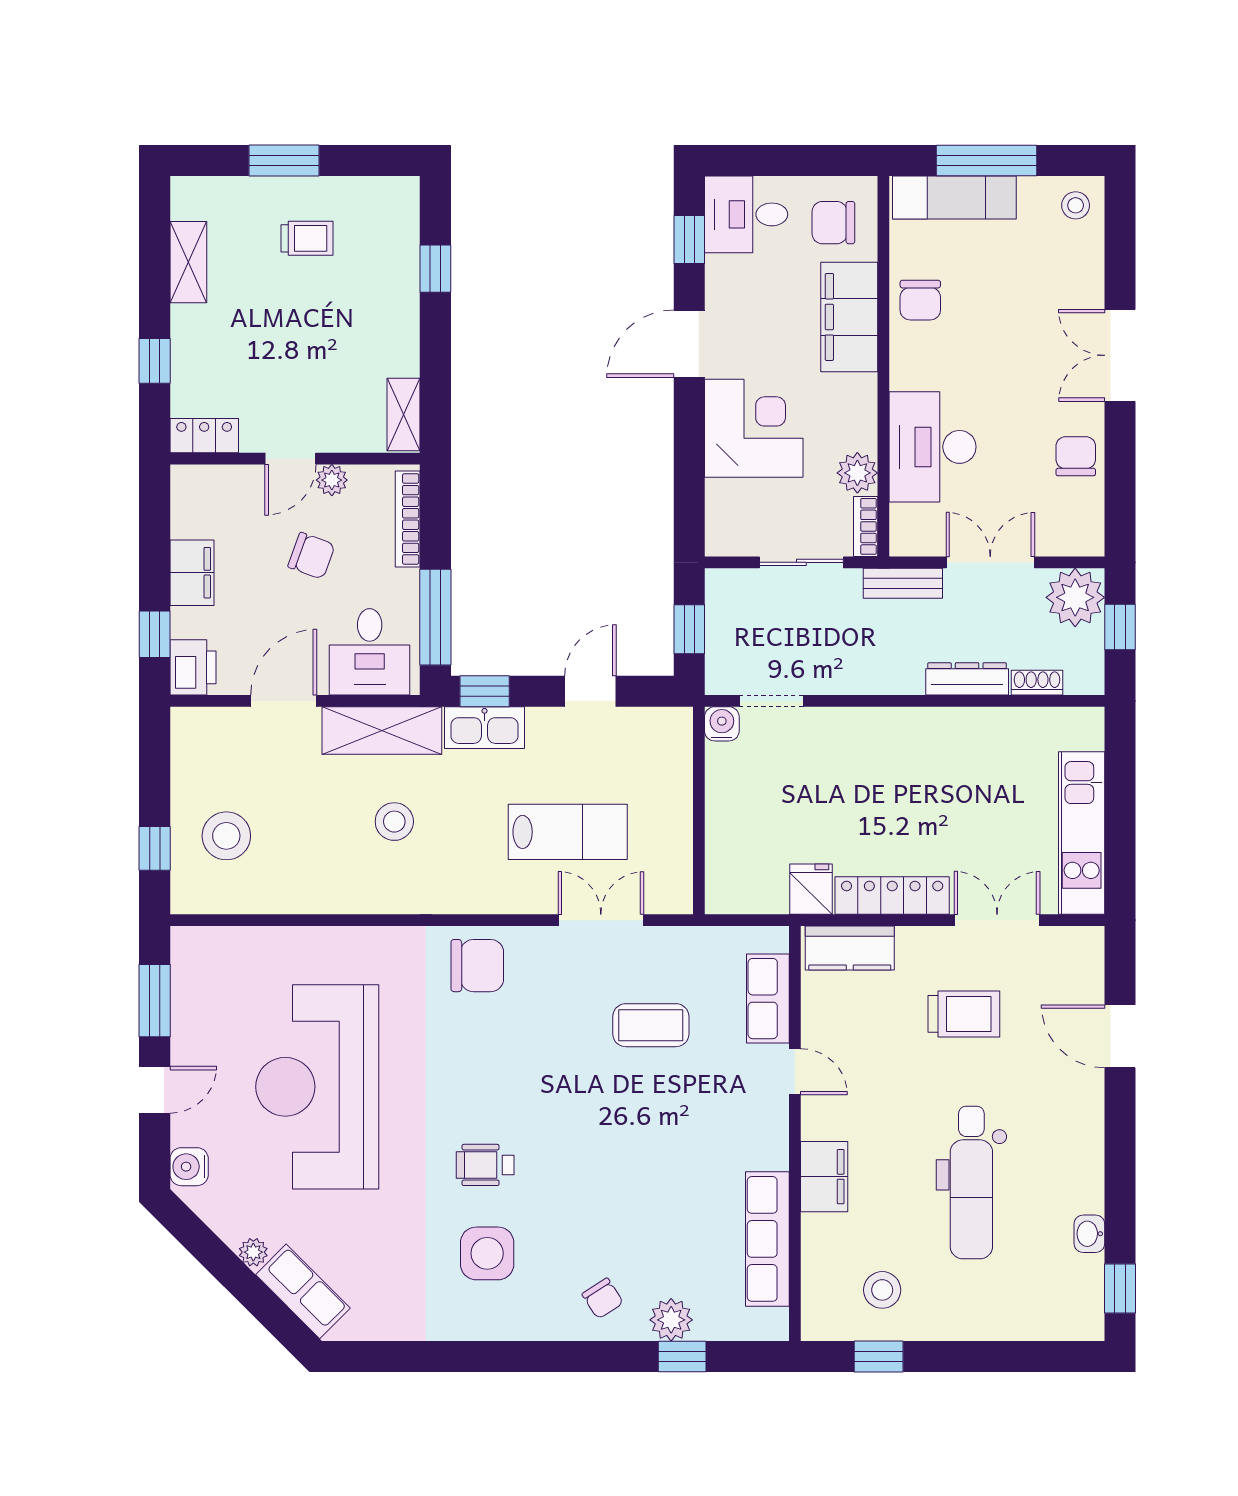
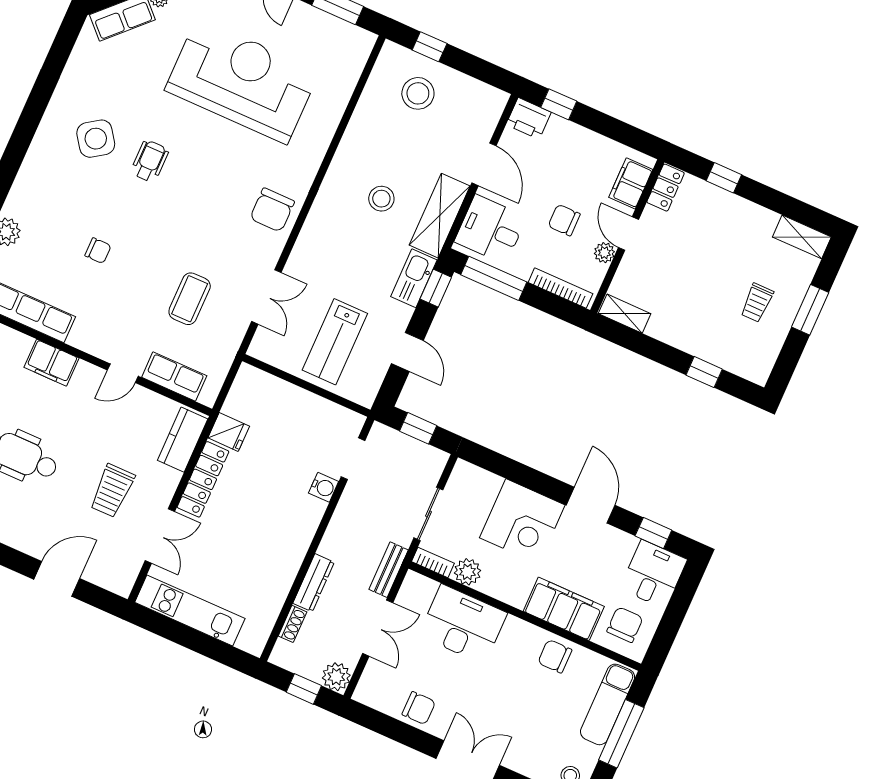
shelving: (188, 262) -> (802, 237), moved
chair: (311, 556) -> (564, 220), turned 70
filing cabinet: (192, 573) -> (631, 183), moved, turned 90
plant: (1075, 597) -> (336, 677), width x0.73, depth x0.73
water cooler: (722, 724) -> (324, 487), moved
lab bench: (568, 832) -> (335, 342), moved
side table: (487, 1253) -> (96, 139), turned -35
chair: (603, 1298) -> (98, 251), moved, turned -147

